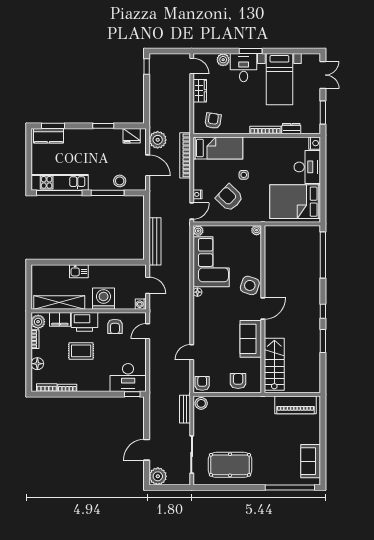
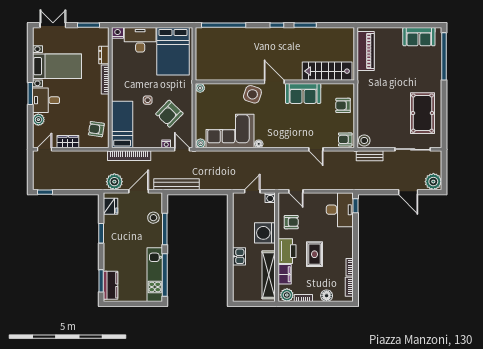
bench: (155, 241) -> (177, 184), moved

